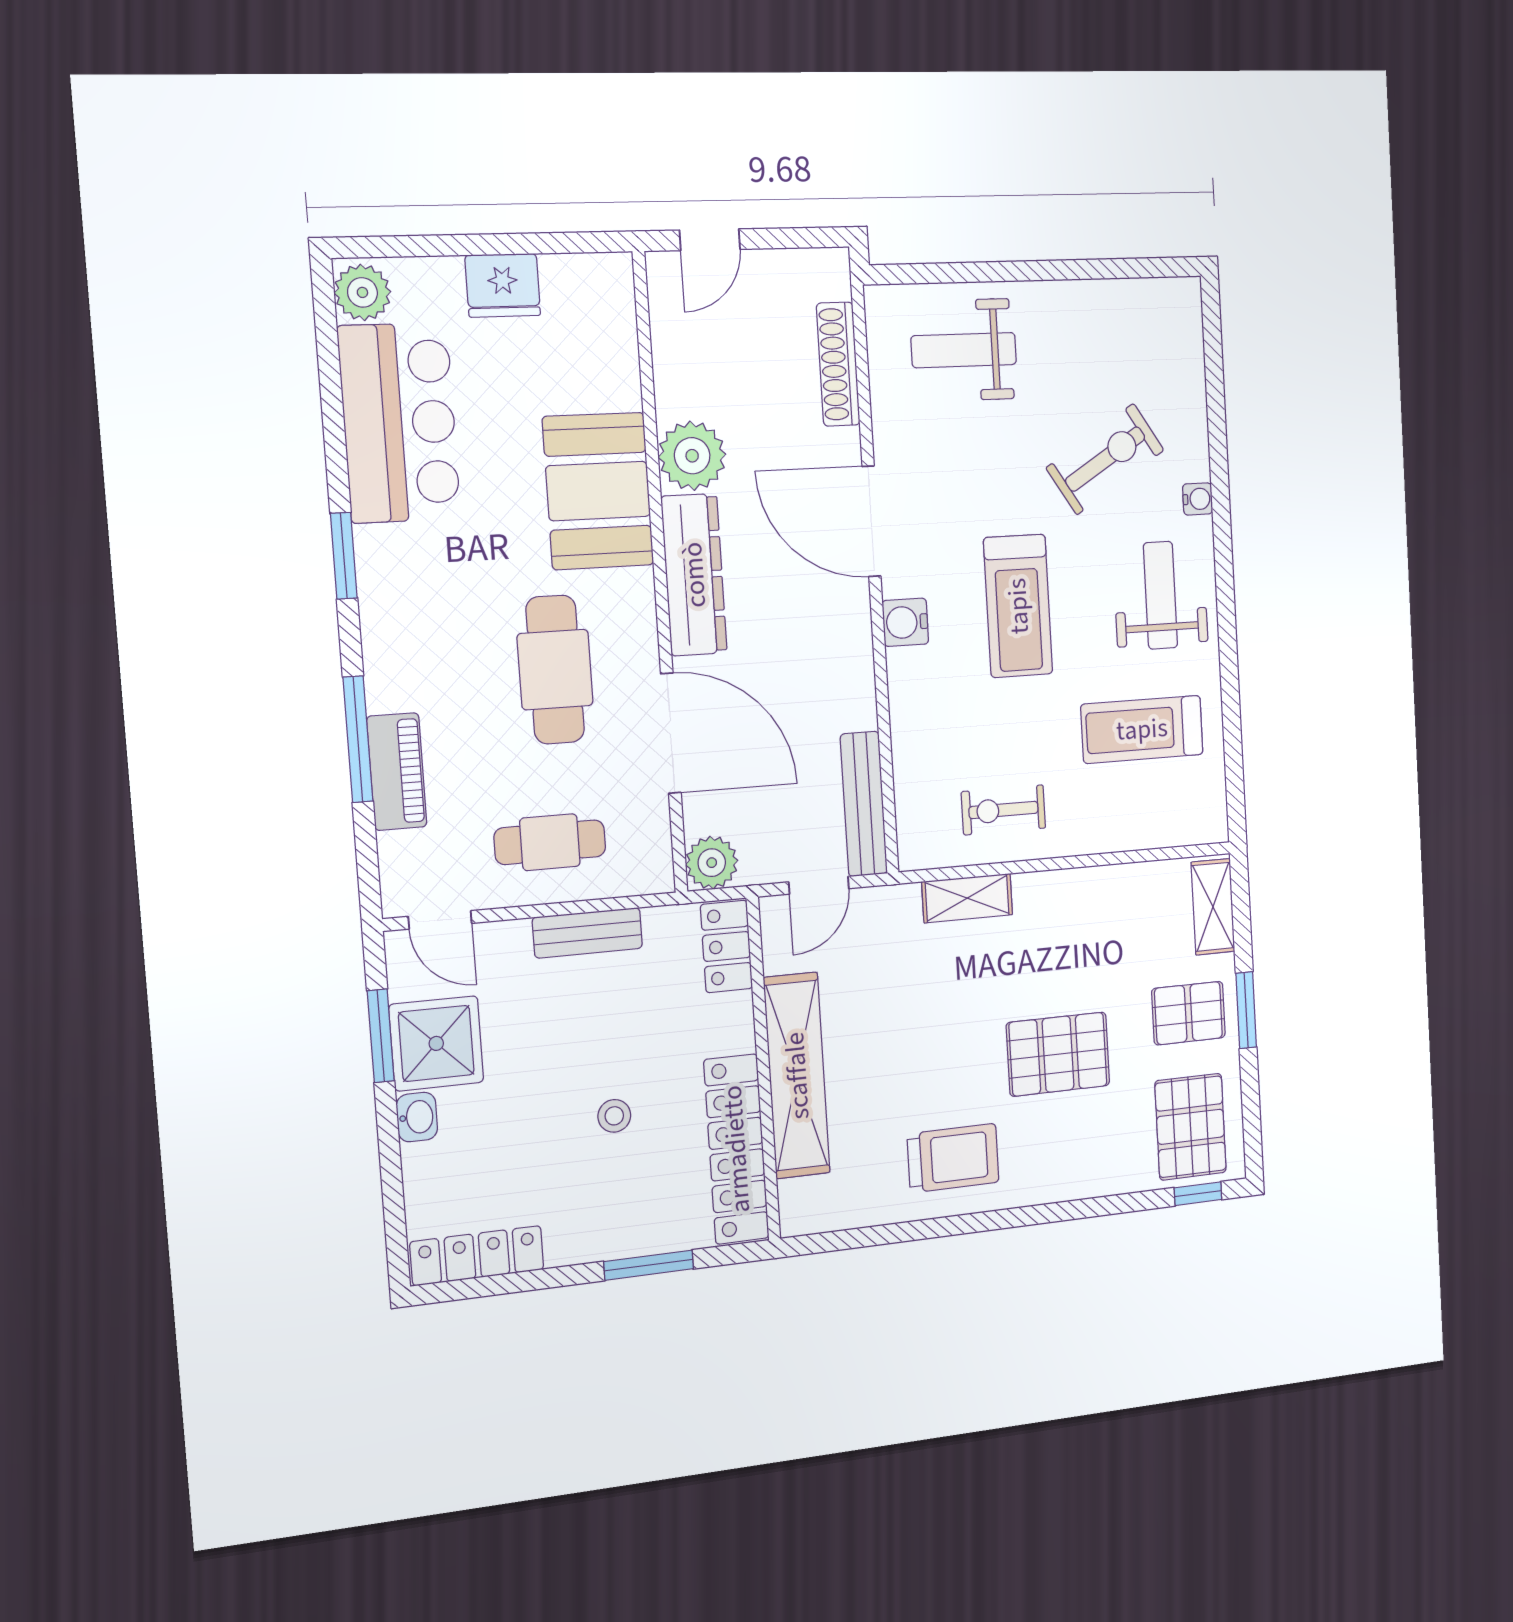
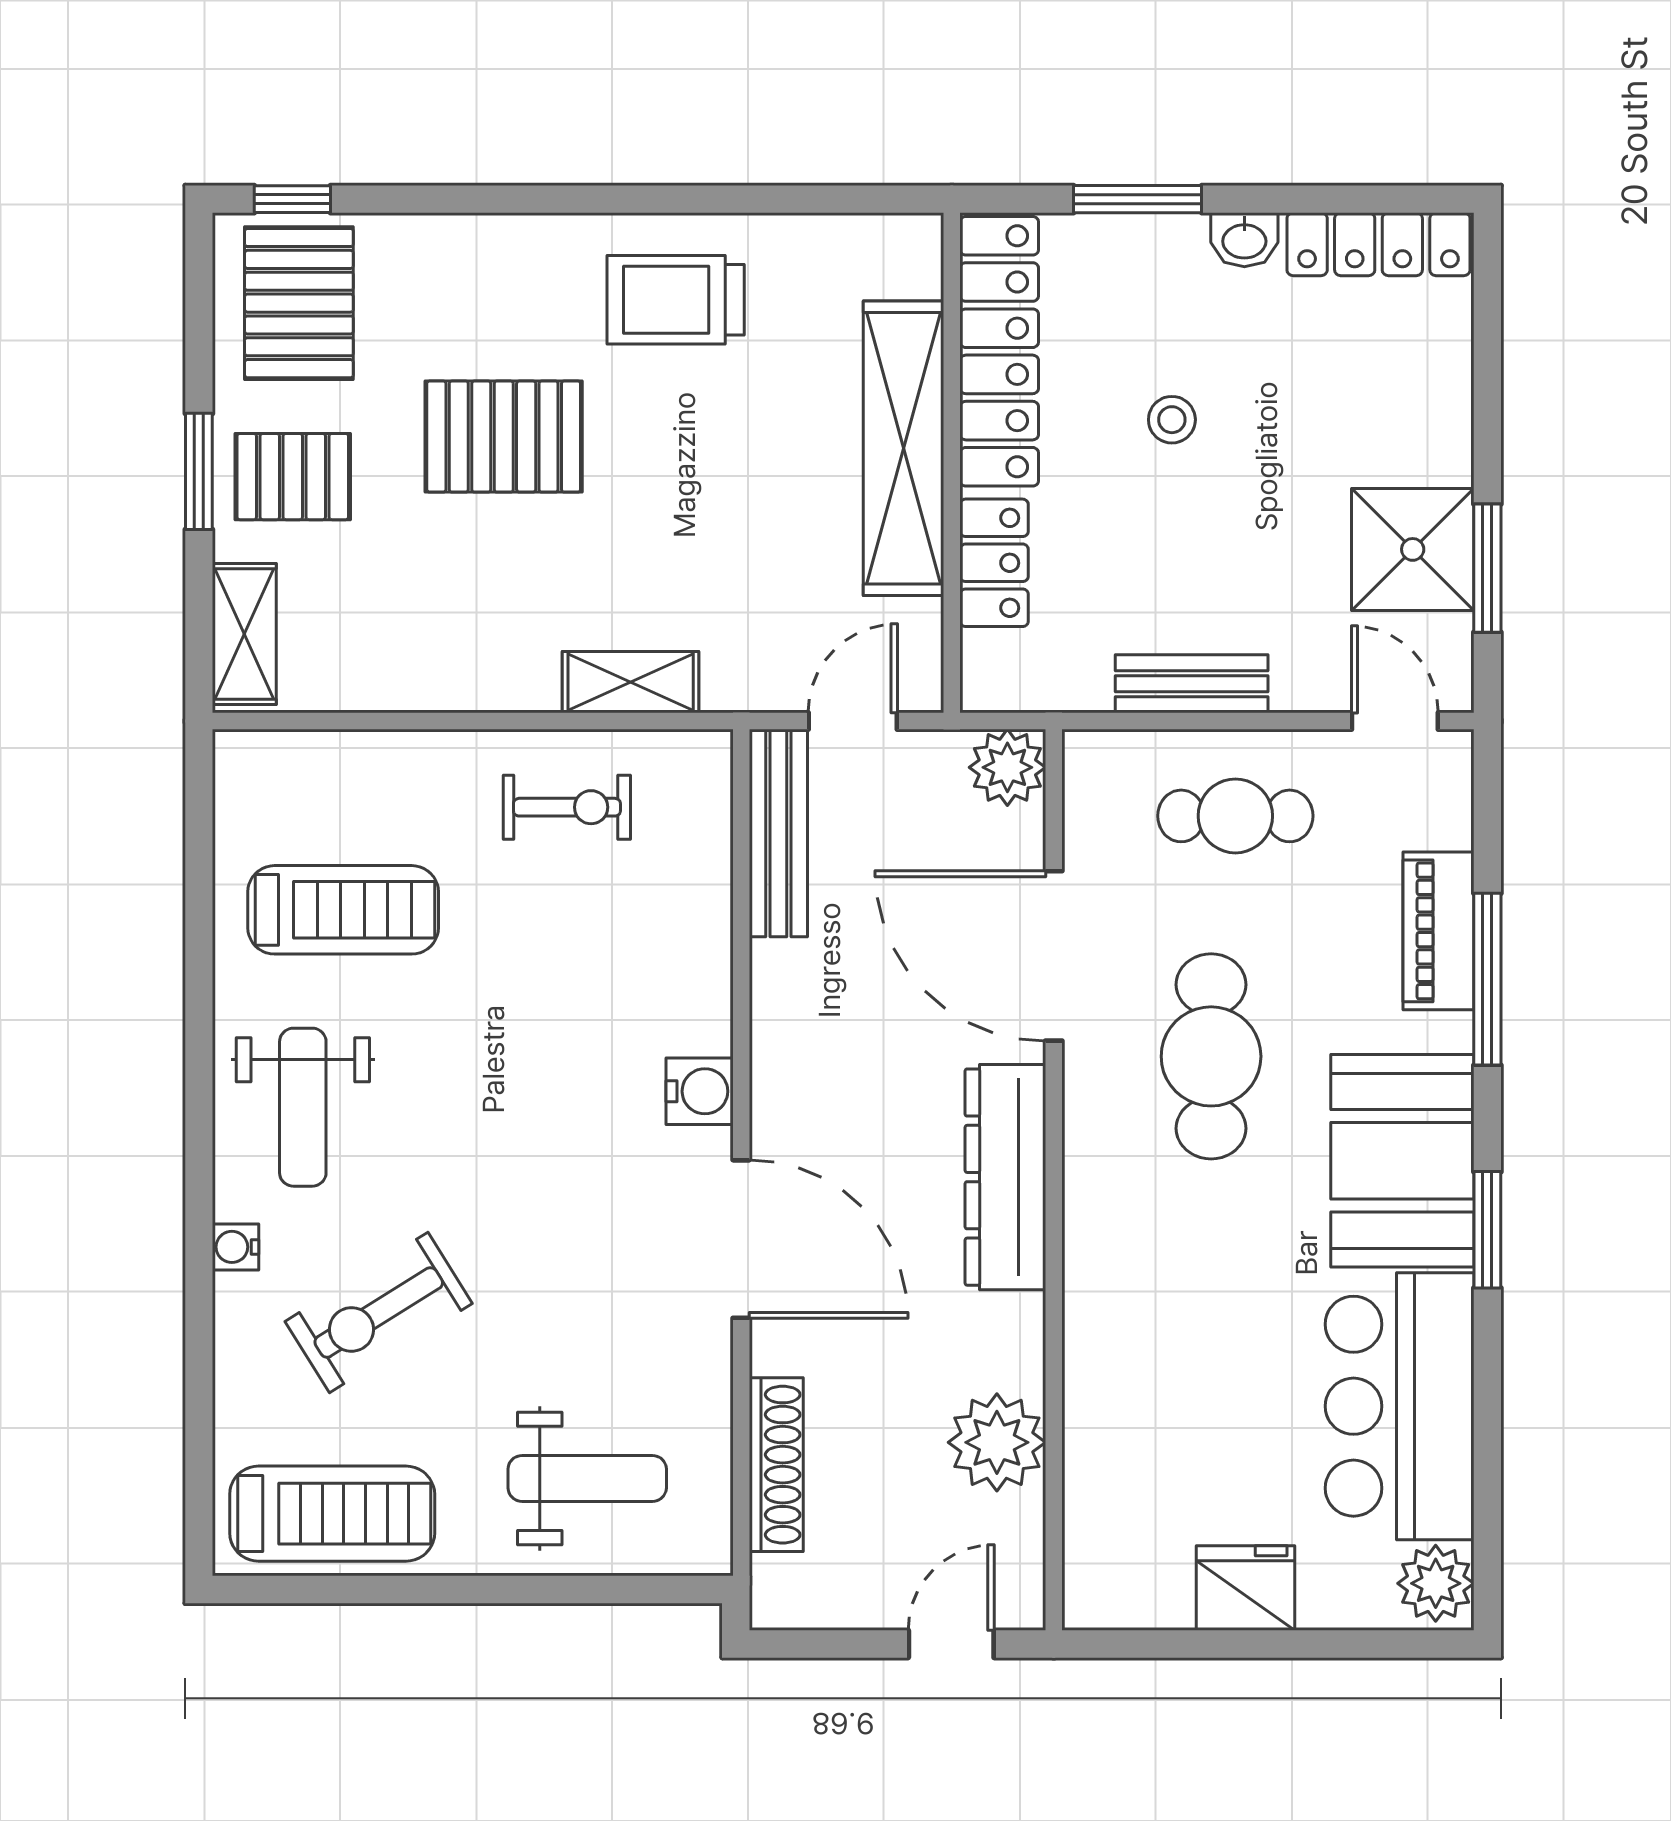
plant: (692, 456) -> (997, 1442), moved
booth: (598, 491) -> (1402, 1161), moved
treadmill: (1018, 606) -> (332, 1514), moved, turned 90
locker: (726, 946) -> (994, 563), moved
washbasin: (417, 1117) -> (1244, 240), moved, turned -90

